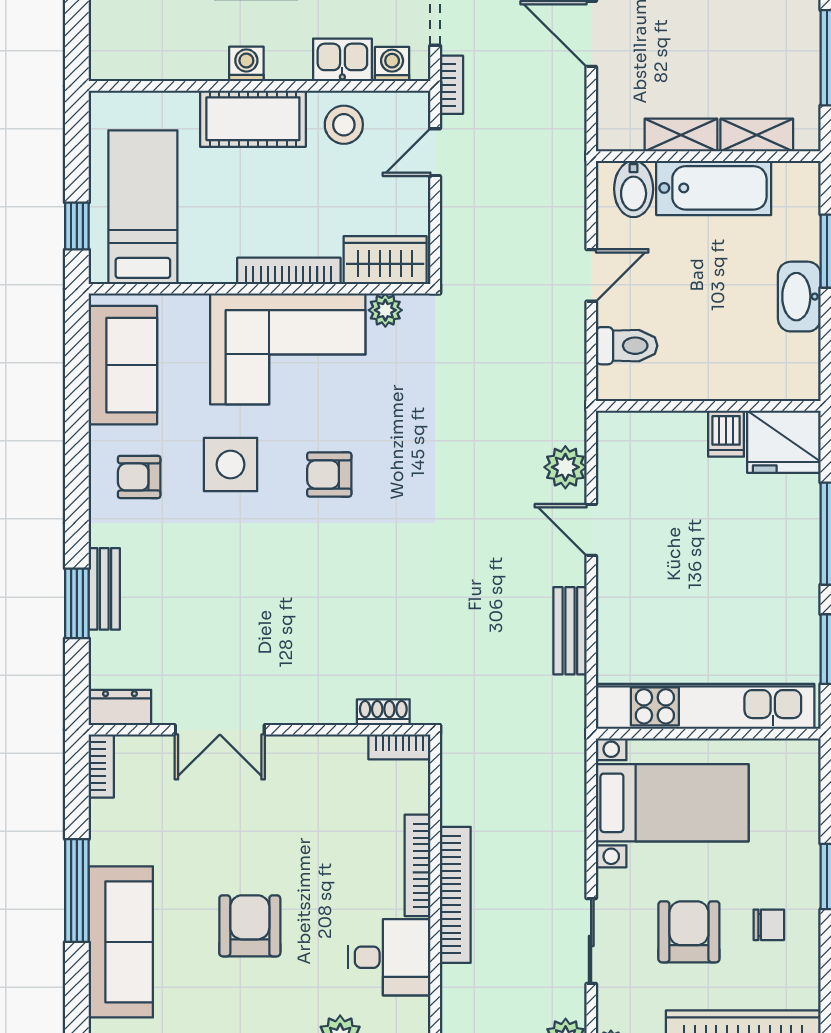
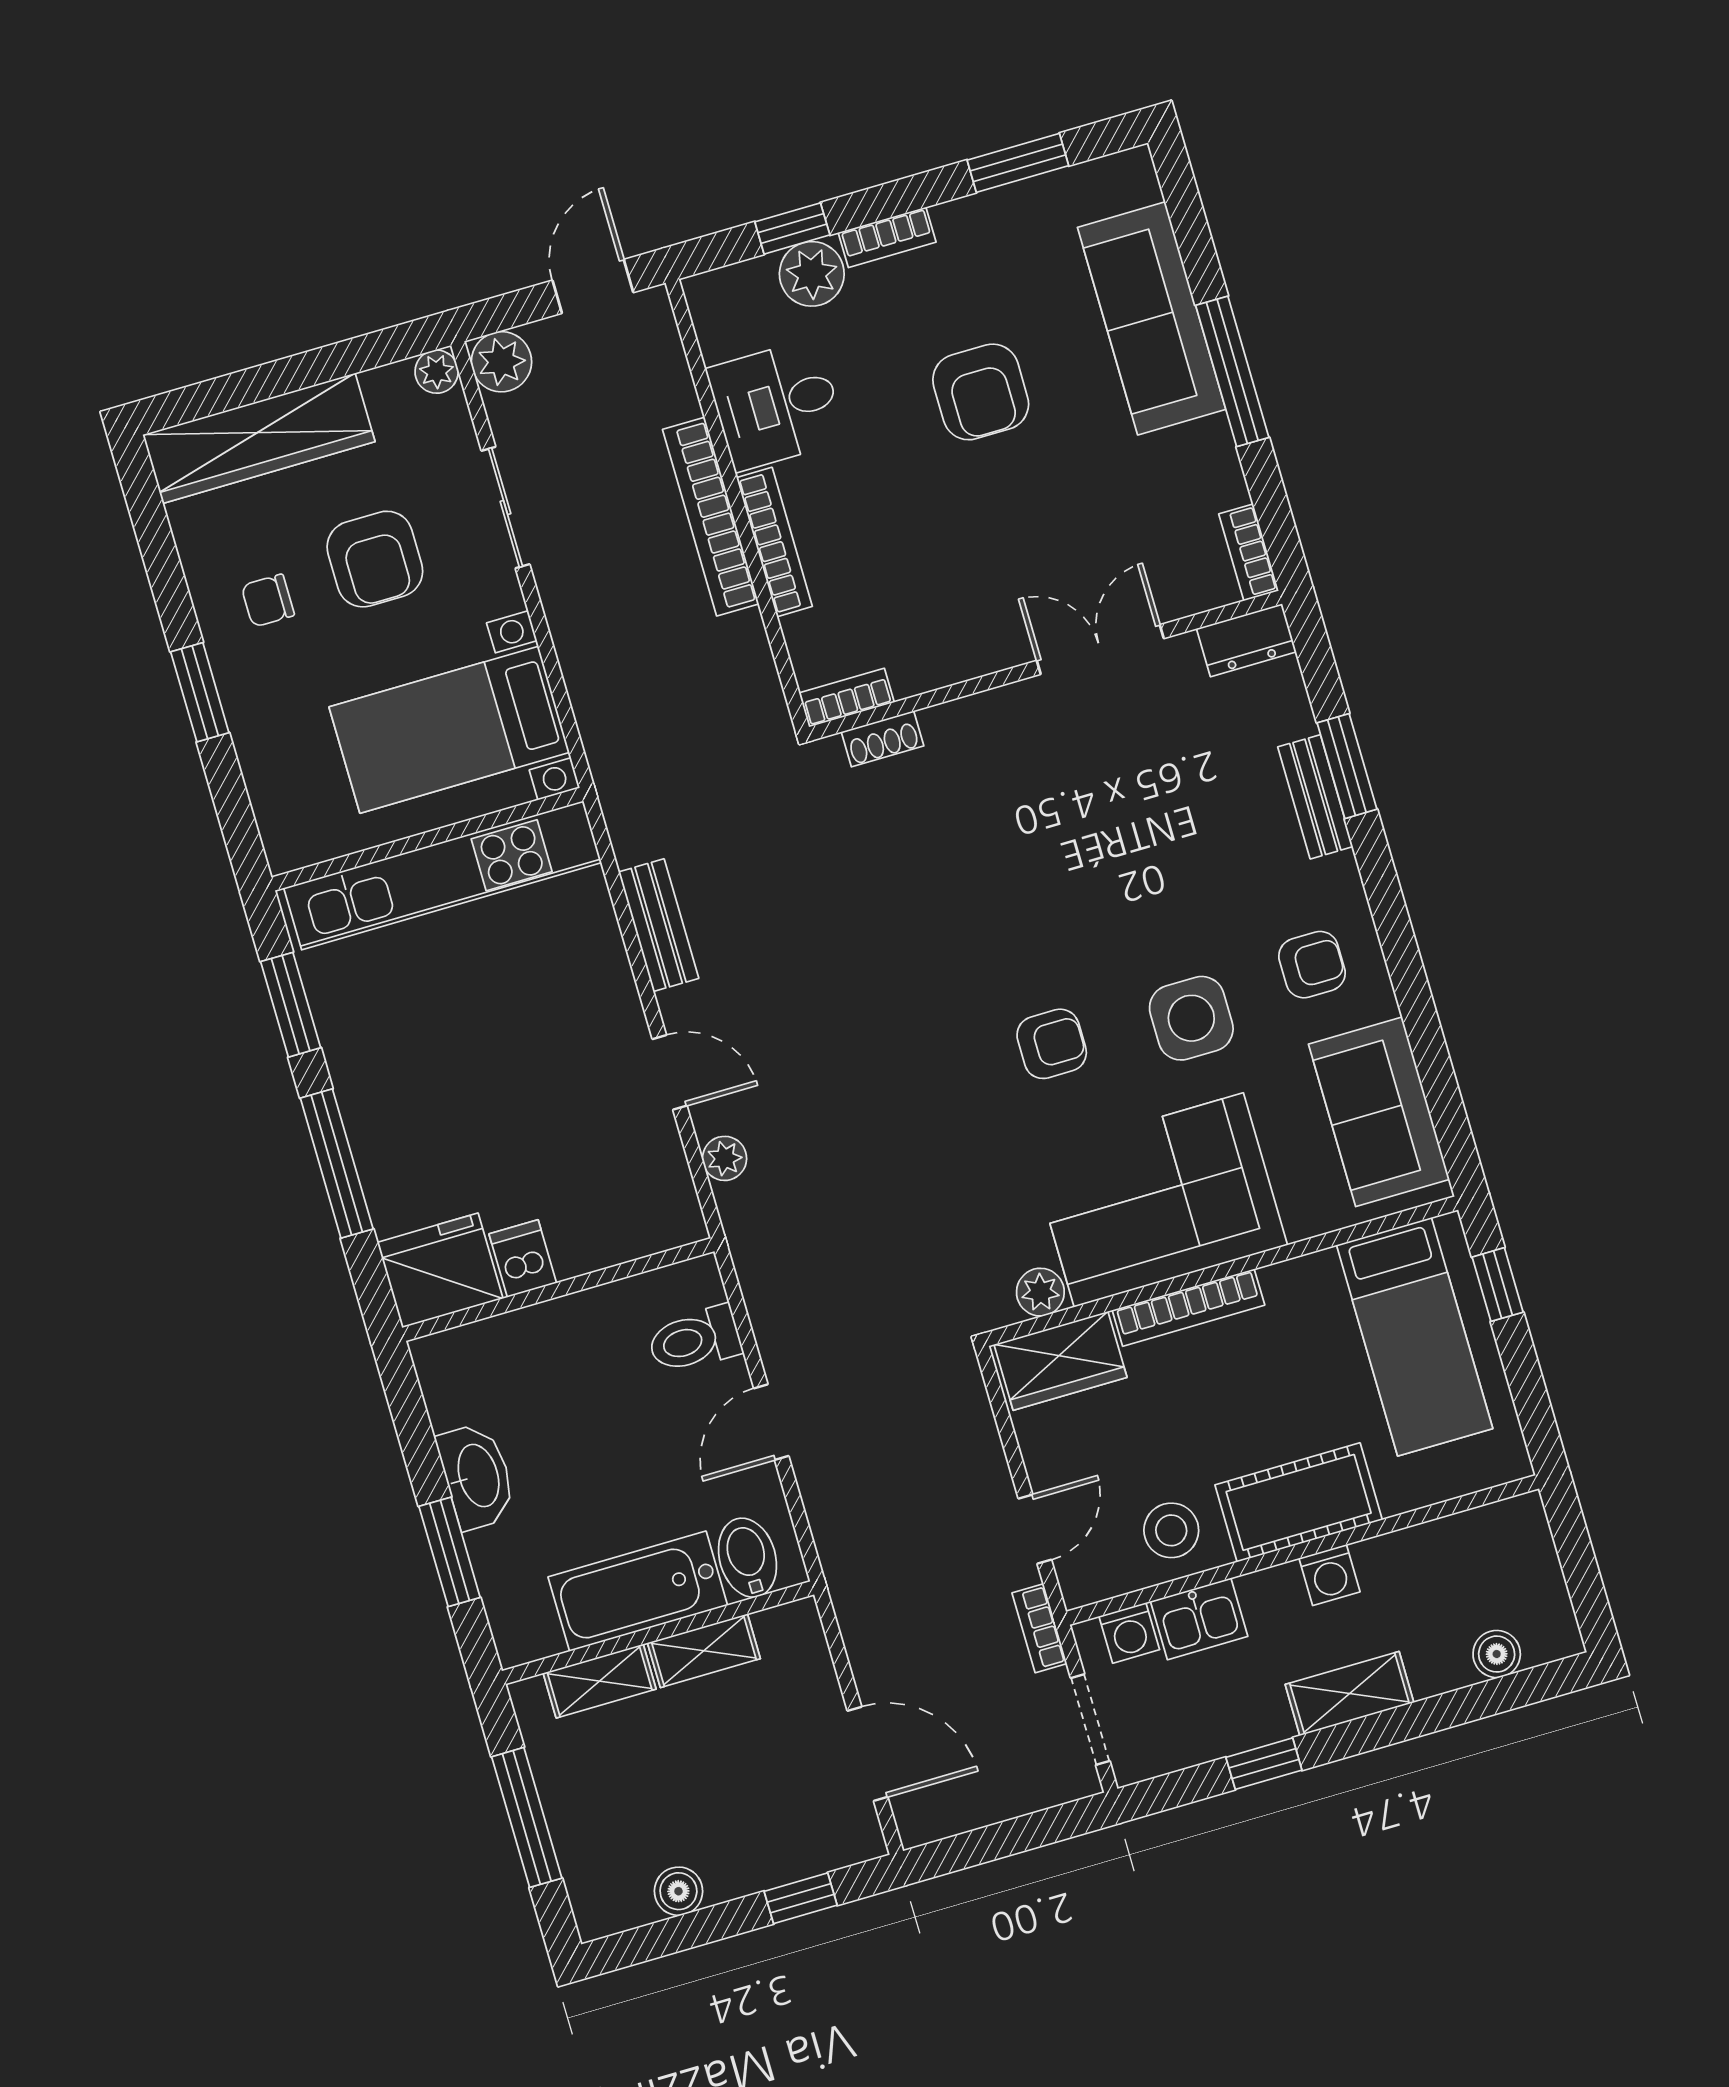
plant: (565, 467) -> (725, 1158), width x0.73, depth x0.73

